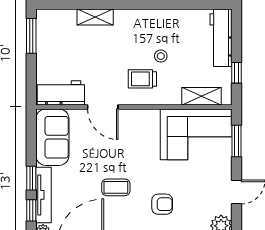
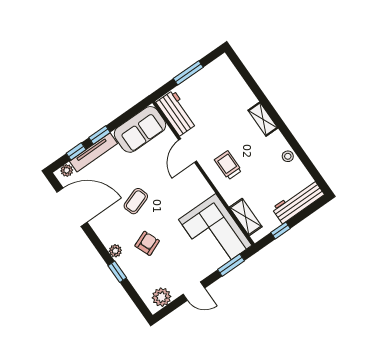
shelving: (95, 17) -> (263, 119), moved
window: (31, 36) -> (188, 73), moved
stool: (161, 56) -> (288, 156), moved
coffee table: (116, 187) -> (136, 201), turned 71
armchair: (162, 204) -> (147, 243), turned -112

